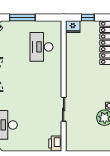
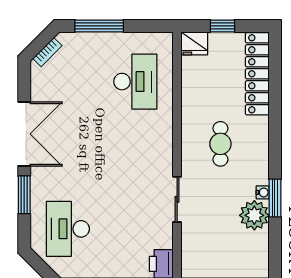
desk: (42, 47) -> (135, 82), turned 180
cafe table: (87, 80) -> (220, 144), added

